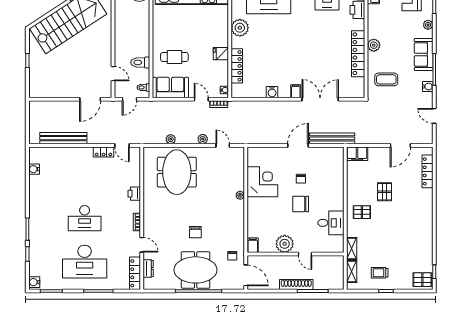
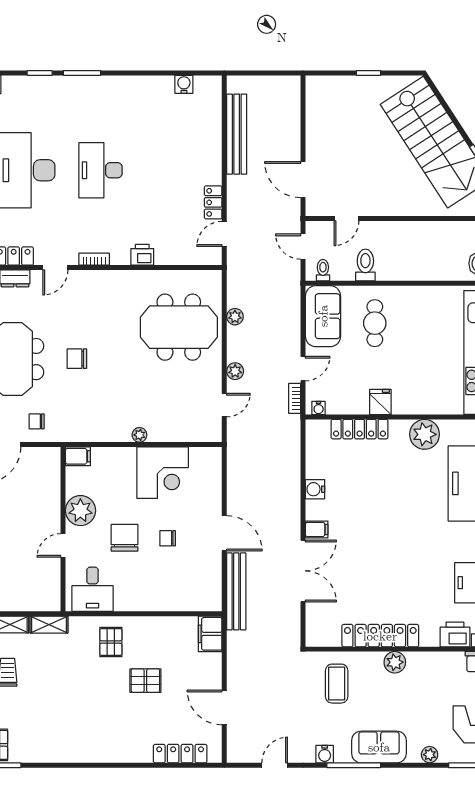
plant: (285, 244) -> (80, 511), moved
filing cabinet: (253, 245) -> (78, 456), moved
wall: (296, 254) -> (63, 529), moved
door: (305, 254) -> (63, 545), moved

